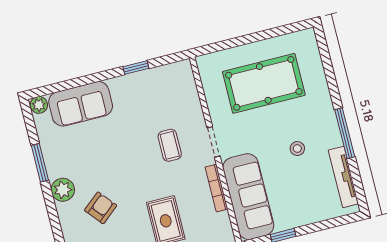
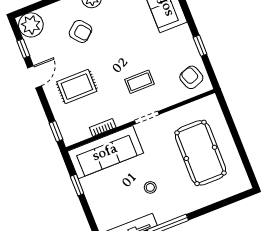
armchair: (172, 83) -> (191, 77), added
bookcase: (216, 188) -> (103, 127), width x0.64

